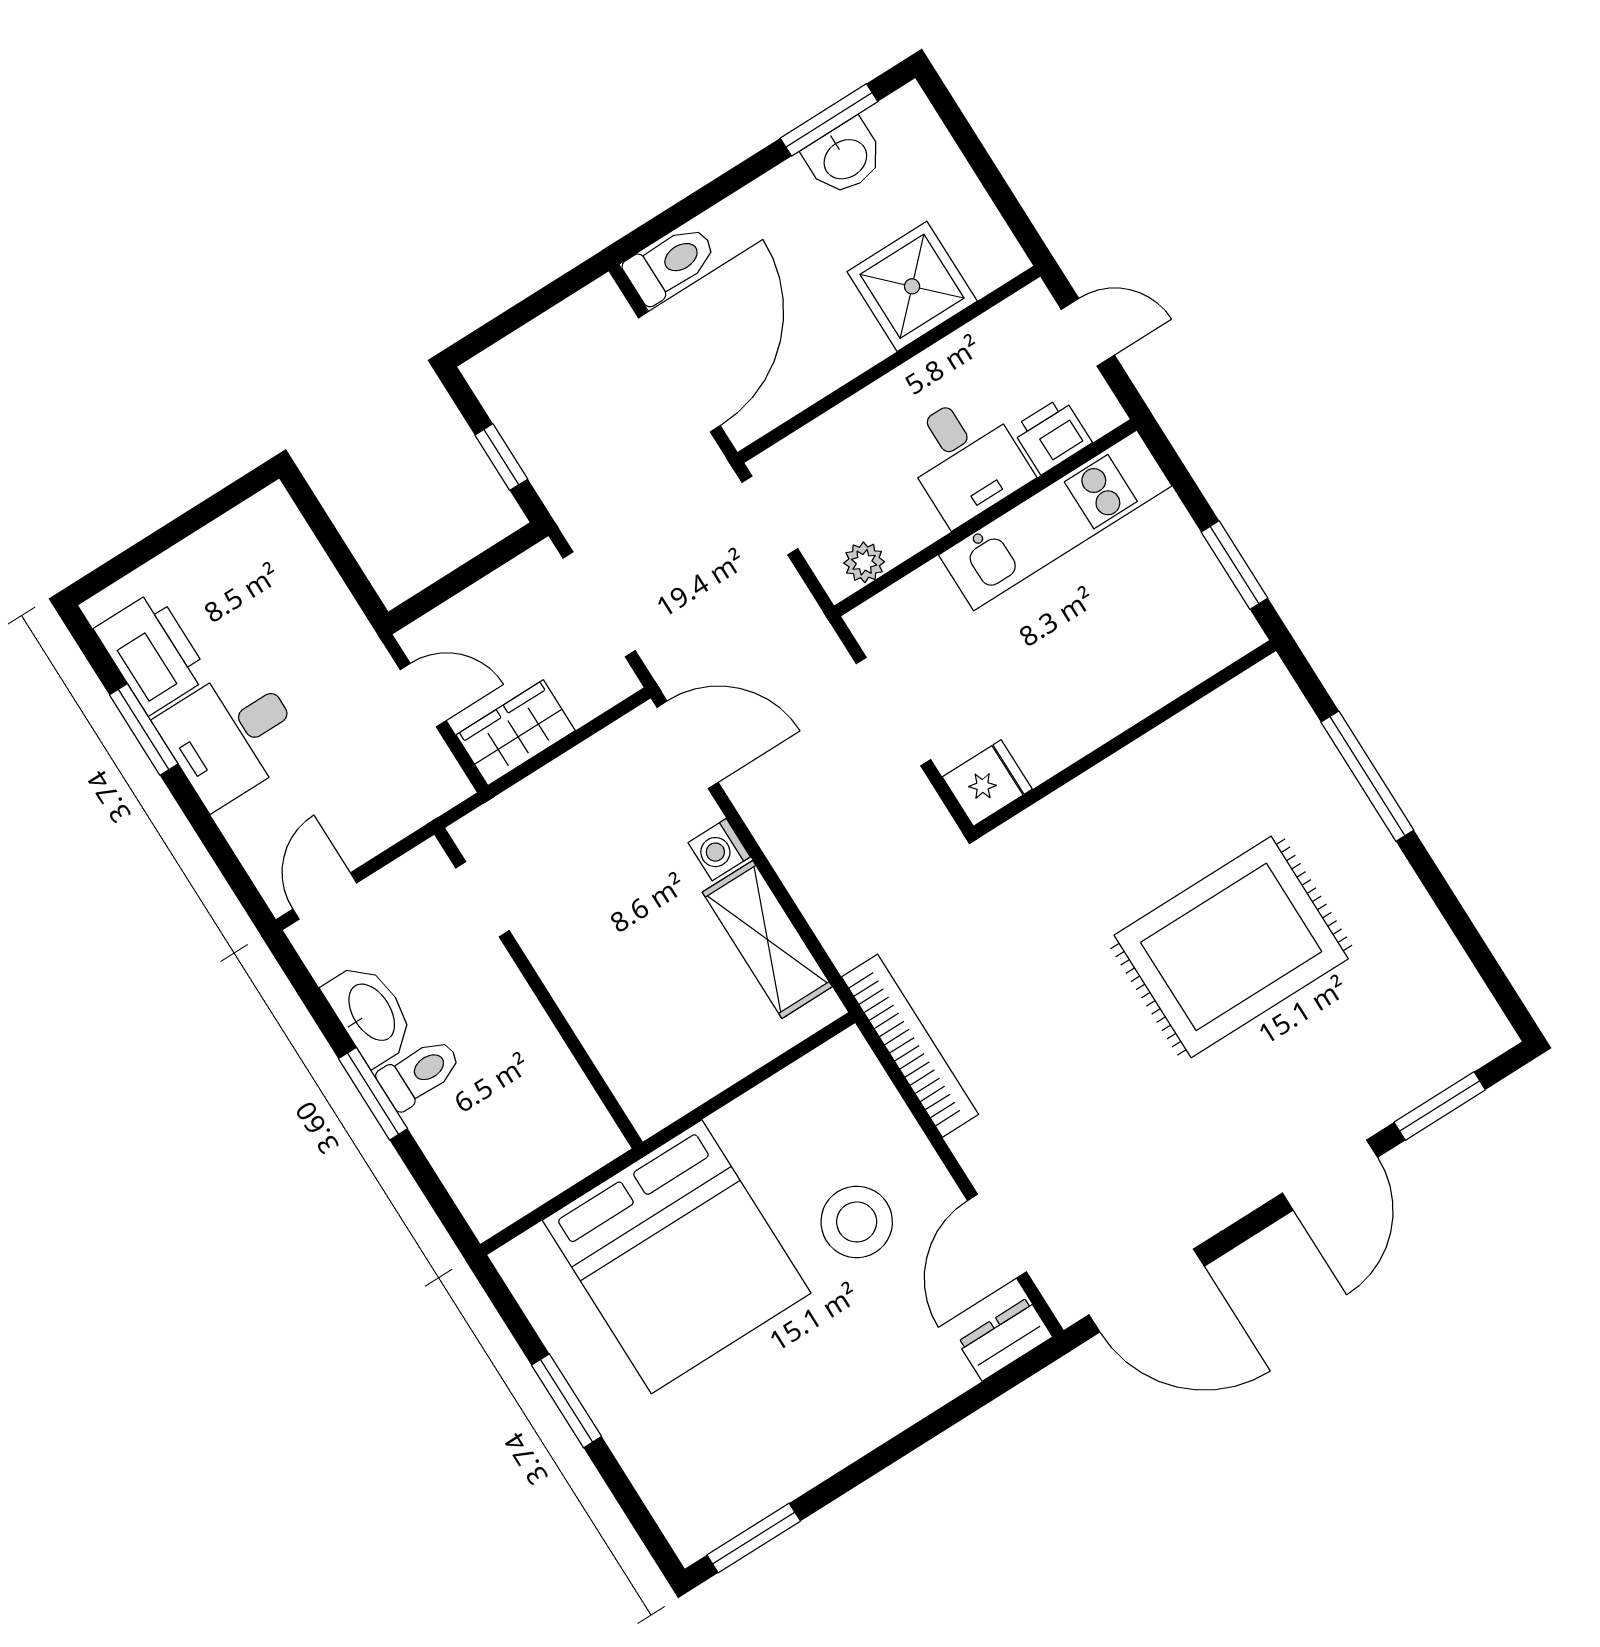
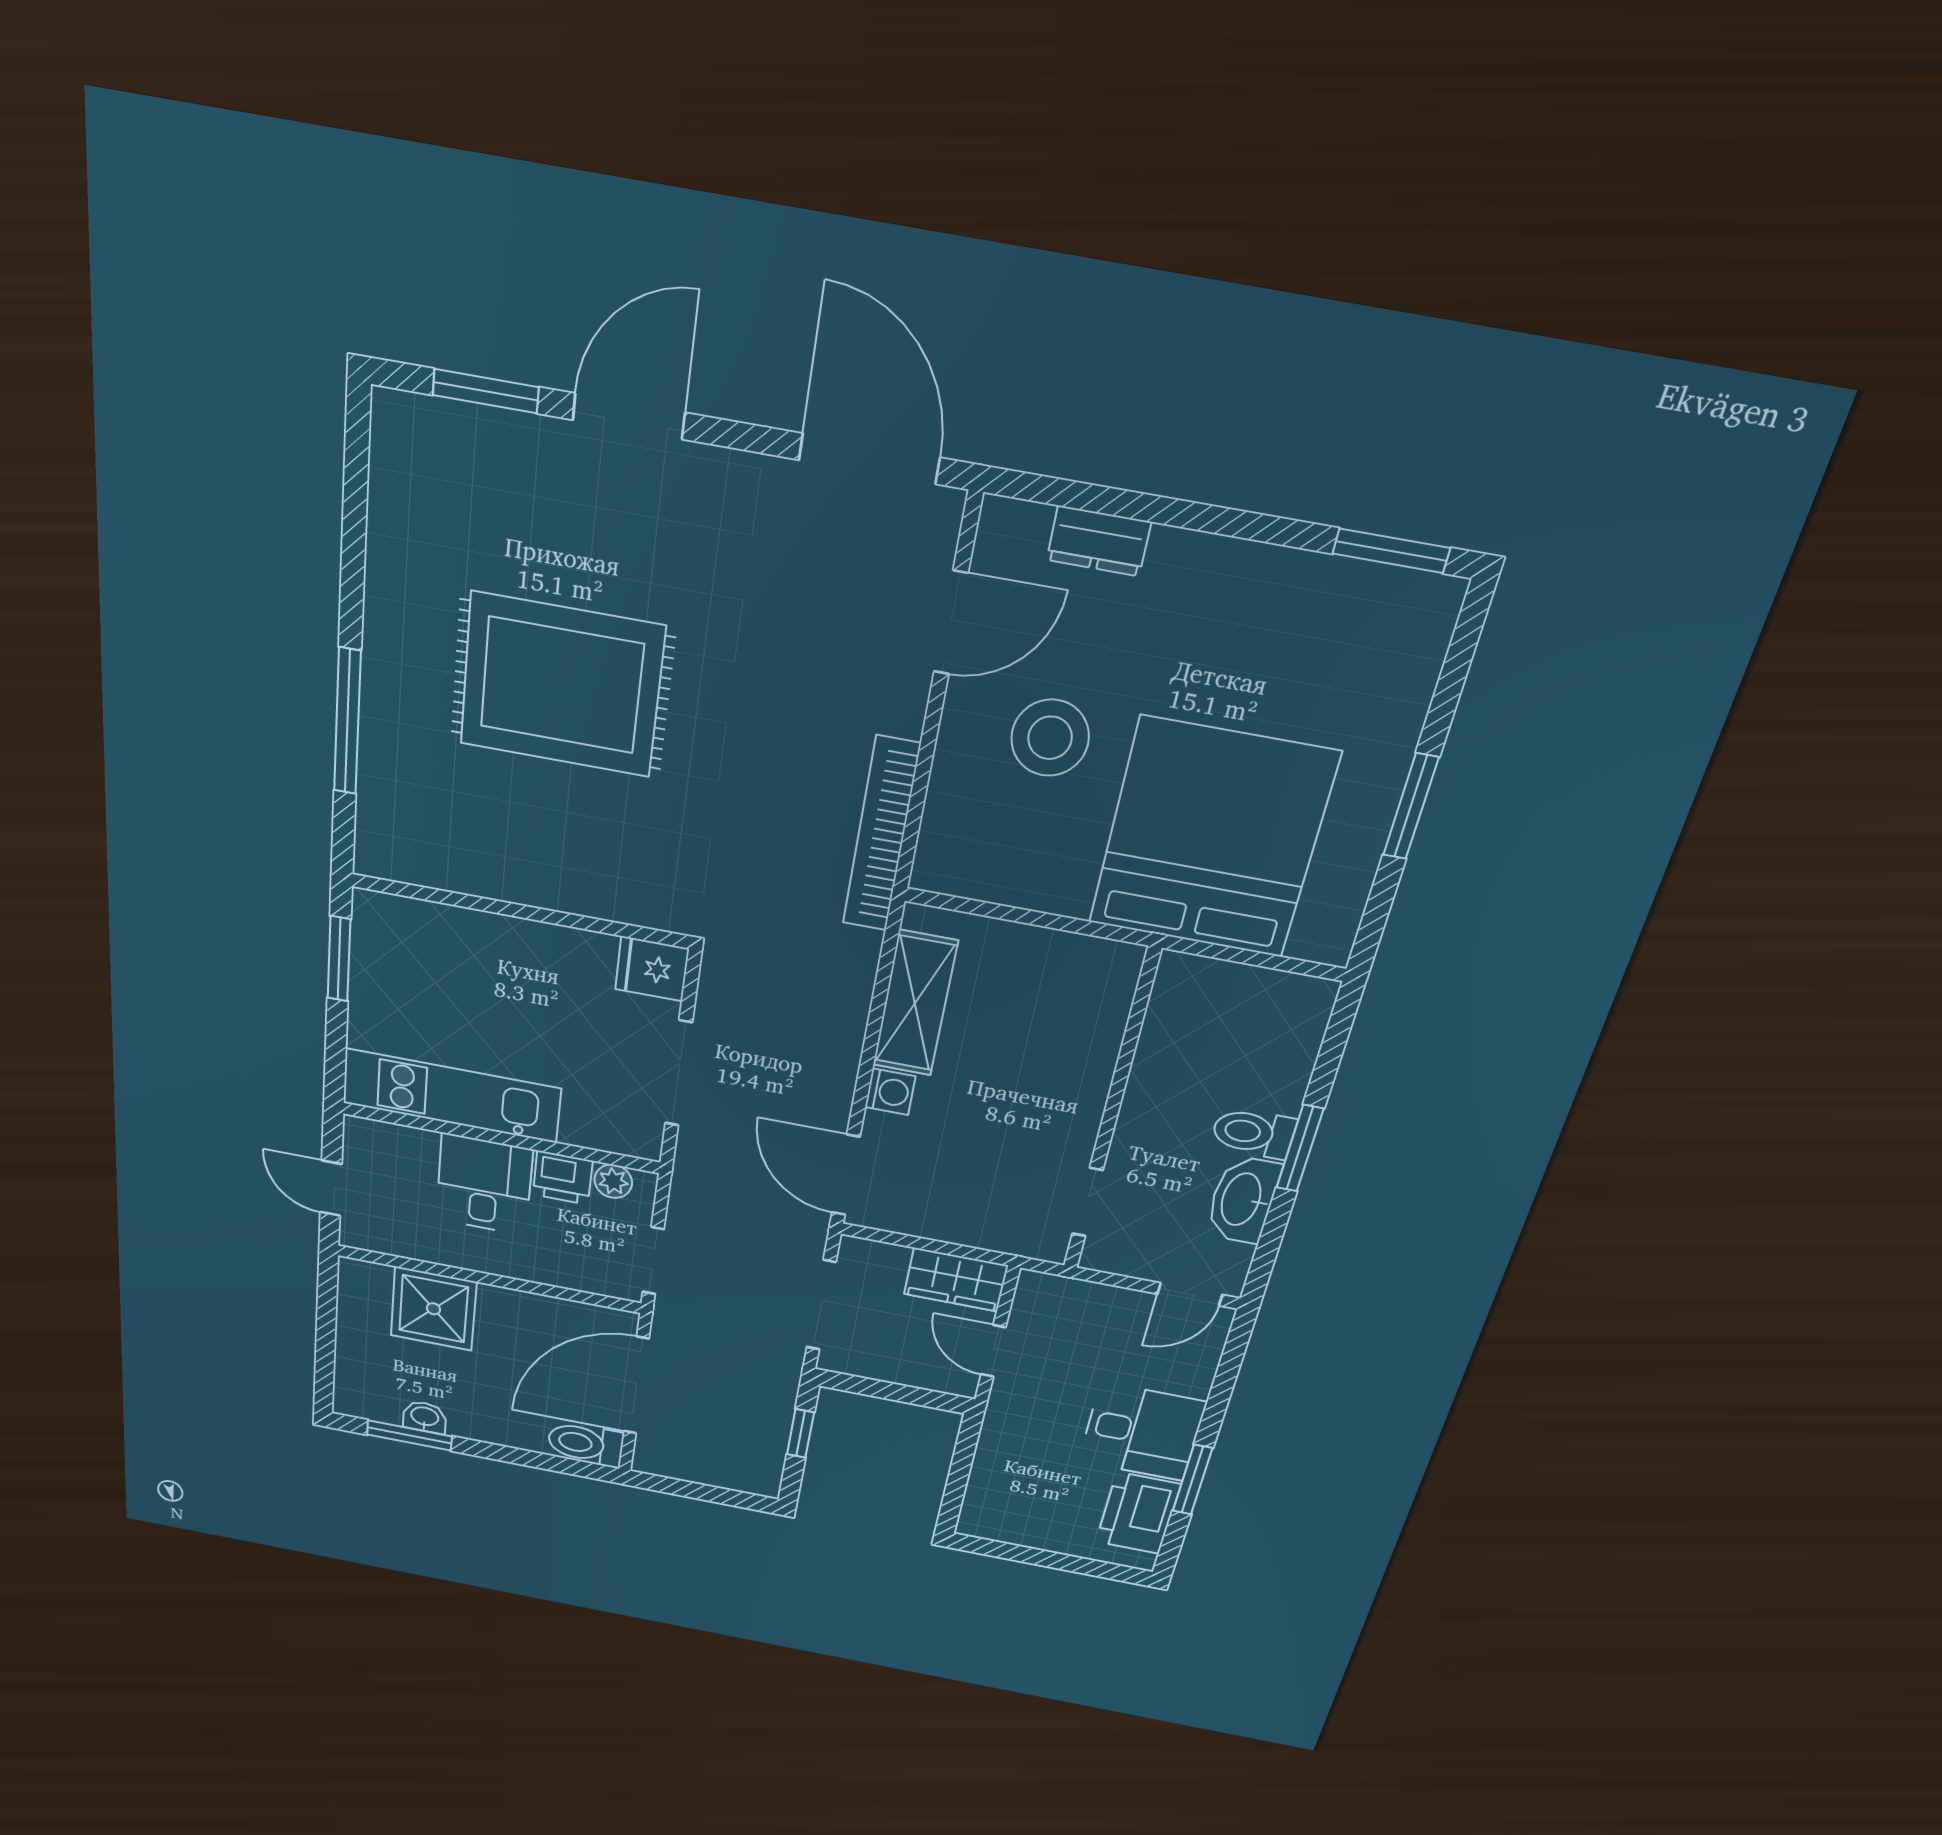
washbasin: (844, 158) -> (425, 1417), width x0.72, depth x0.69
printer: (1052, 435) -> (563, 1178), moved
dresser: (1005, 1339) -> (1099, 541), moved

